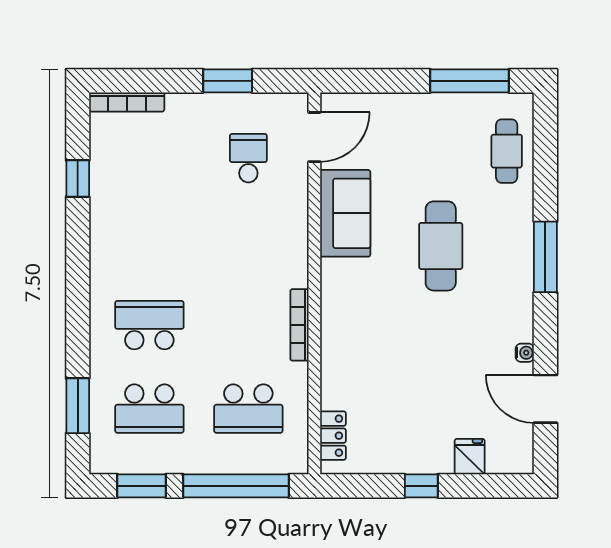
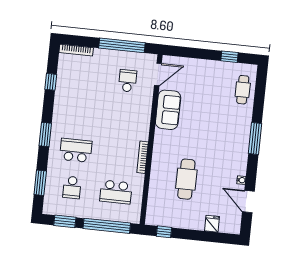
window: (228, 81) -> (122, 45), width x2.11
window: (469, 81) -> (229, 57), width x0.46
cafe table: (441, 246) -> (186, 179), moved
window: (78, 297) -> (45, 135), added
school desk: (149, 409) -> (72, 187), width x0.54
locker: (333, 436) -> (152, 208), removed
window: (421, 486) -> (164, 232), moved

